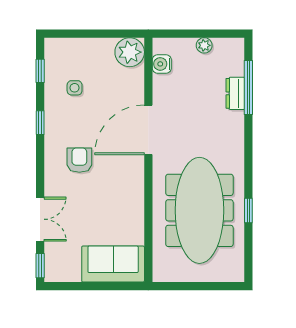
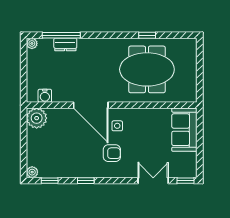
plant: (204, 45) -> (32, 43), moved
plant: (52, 46) -> (32, 172), added
side table: (75, 88) -> (117, 126), moved
armchair: (79, 160) -> (112, 153), turned 180
meeting table: (199, 210) -> (147, 69), width x0.73

